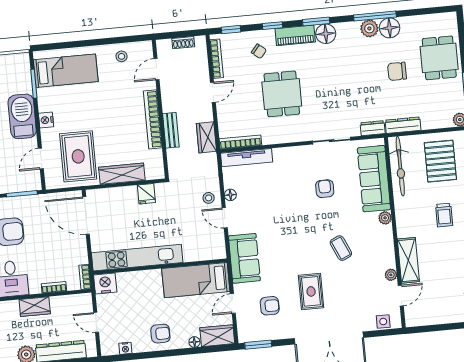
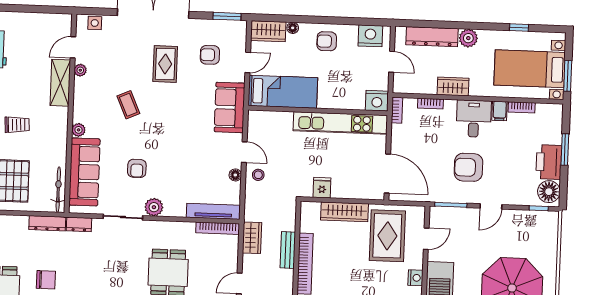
plant: (304, 154) -> (154, 207), added
bicycle: (400, 166) -> (58, 190), width x0.73, depth x0.71
trolley: (444, 215) -> (17, 125), turned 87
nightstand: (125, 348) -> (370, 36), width x1.89, depth x1.79

